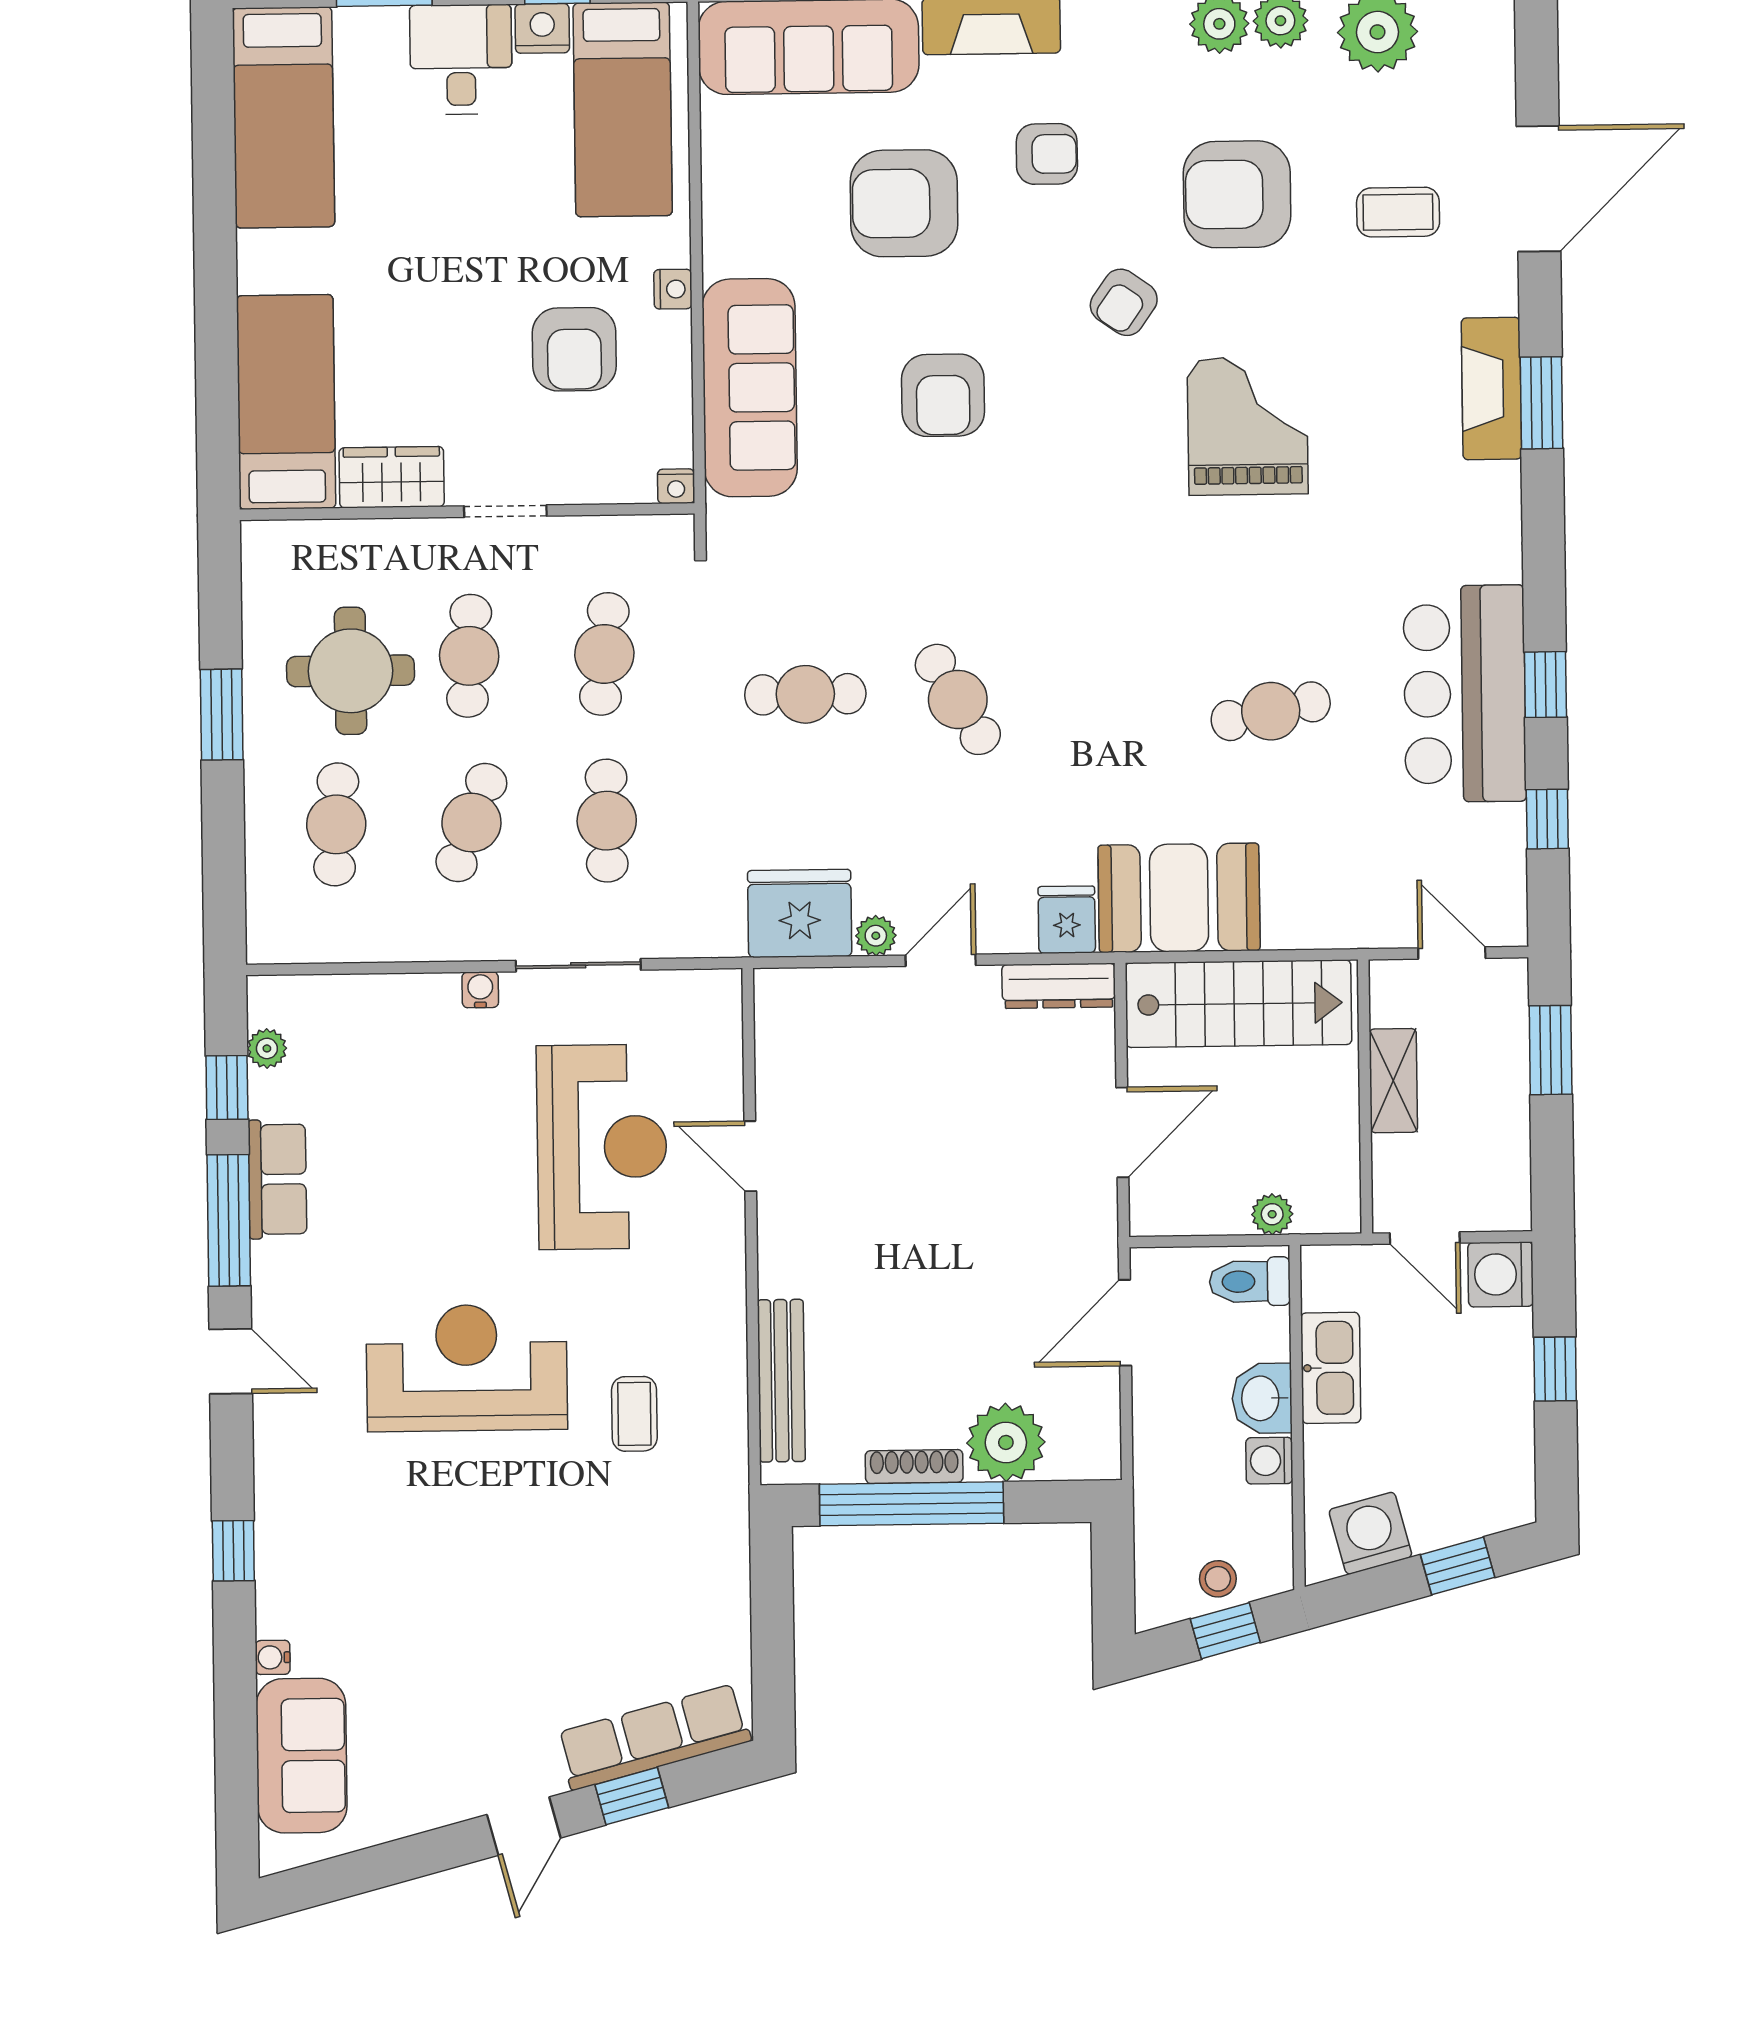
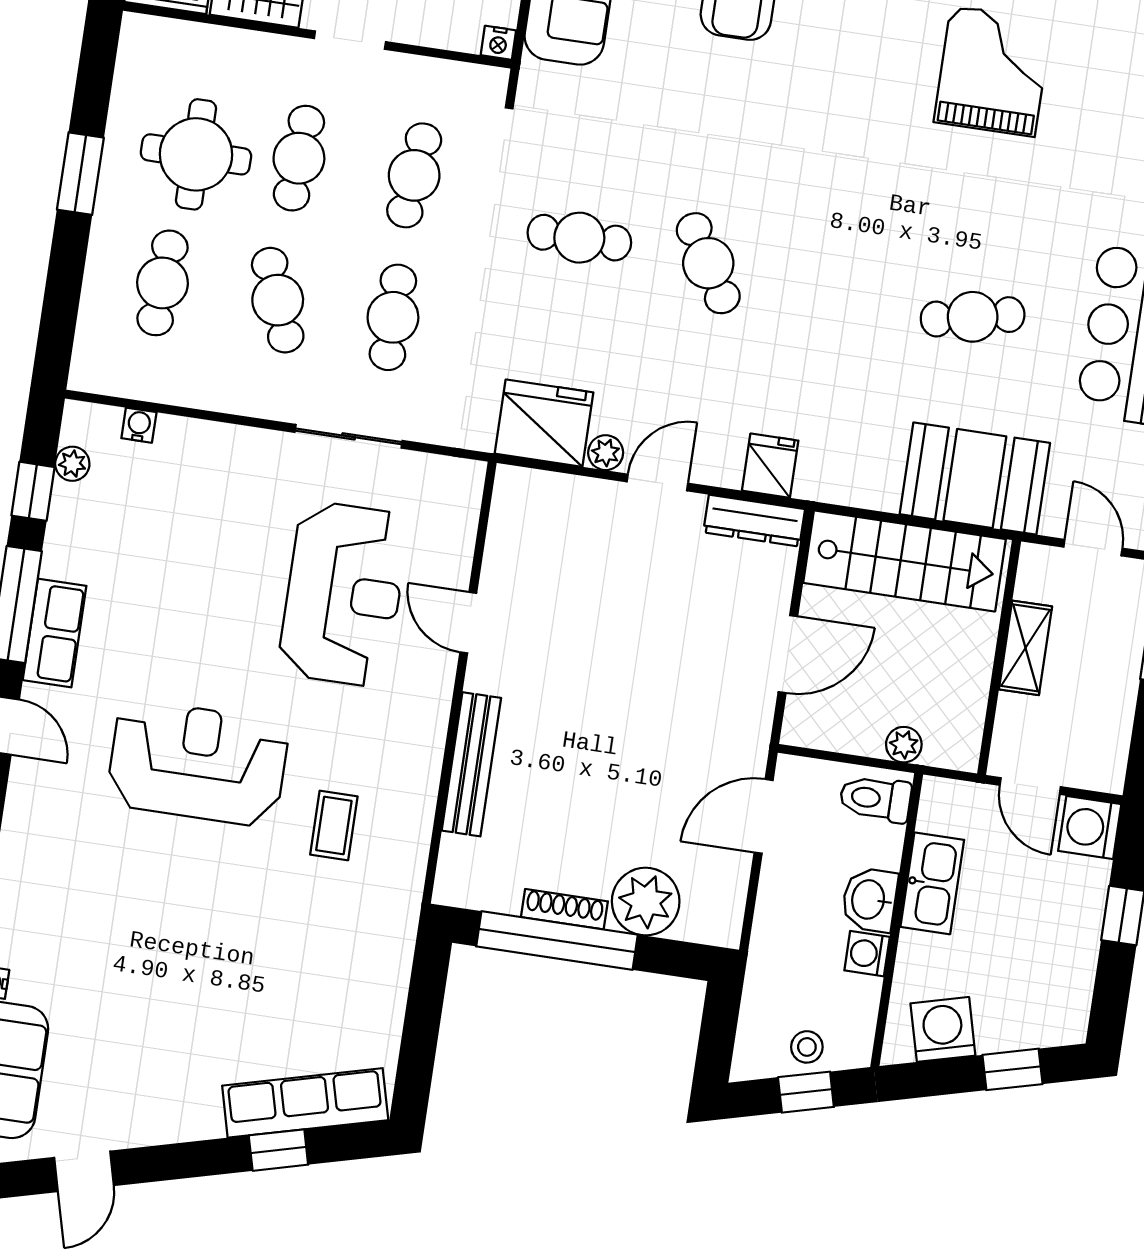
cafe table: (471, 822) -> (278, 300), turned -42
booth: (1179, 898) -> (975, 479), moved
water cooler: (480, 990) -> (139, 425), moved
row of seats: (277, 1179) -> (55, 633), moved
bench: (781, 1381) -> (471, 764), moved
door: (524, 1826) -> (84, 1171), moved

